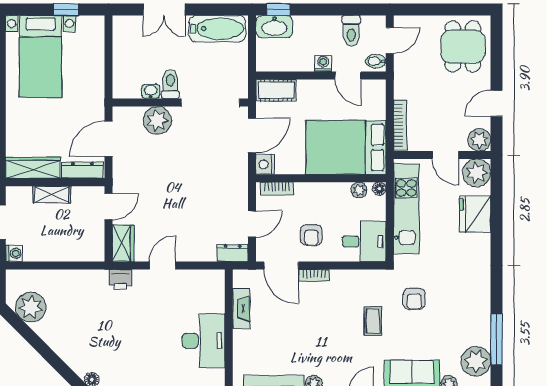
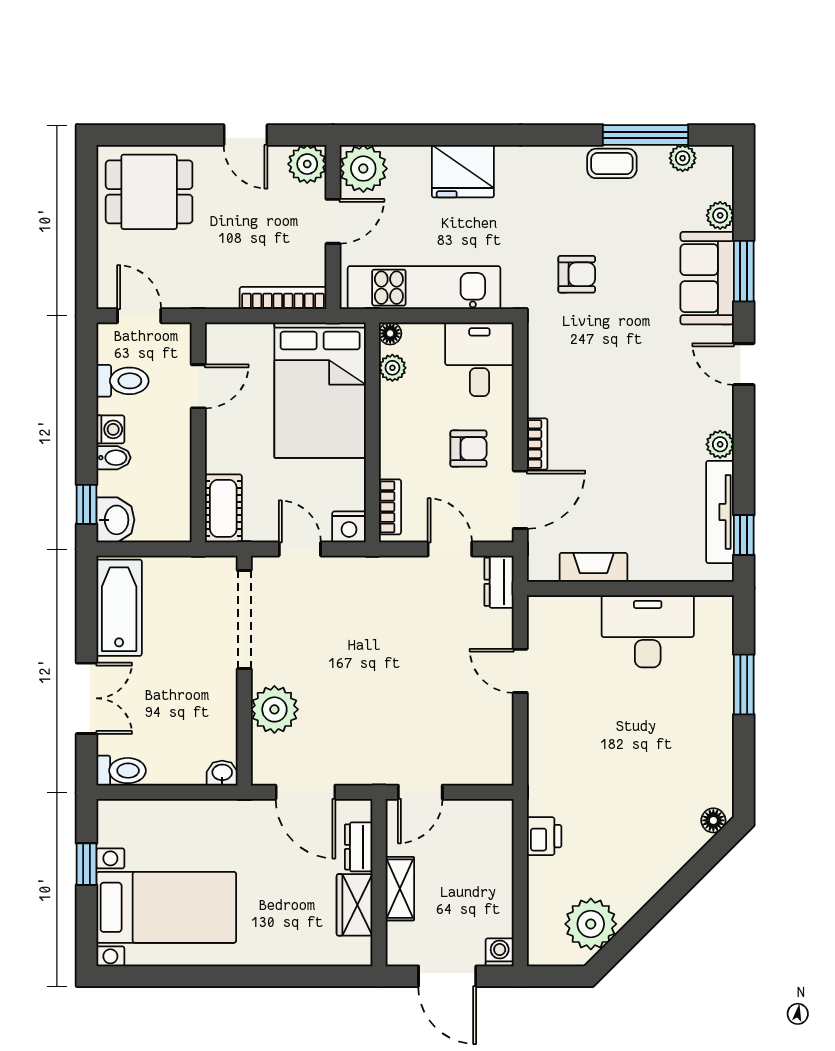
washbasin: (274, 27) -> (115, 520), width x0.72
bidet: (376, 61) -> (113, 458), moved, turned -90
washing machine: (323, 63) -> (110, 429), moved, turned 180
toilet: (170, 84) -> (121, 771), moved, turned 180
washbasin: (151, 91) -> (222, 773), moved, turned 90
door: (252, 135) -> (300, 549), width x0.73
wardrobe: (33, 168) -> (355, 905), width x0.67
dresser: (83, 170) -> (359, 847), width x0.70
door: (109, 206) -> (420, 792), swing flipped
fridge: (475, 214) -> (463, 171), moved
wardrobe: (123, 243) -> (482, 767), removed
door: (163, 266) -> (520, 671), moved
printer: (120, 280) -> (544, 836), moved
coffee table: (373, 321) -> (612, 163), moved
plant: (476, 361) -> (683, 158), width x0.53, depth x0.53

